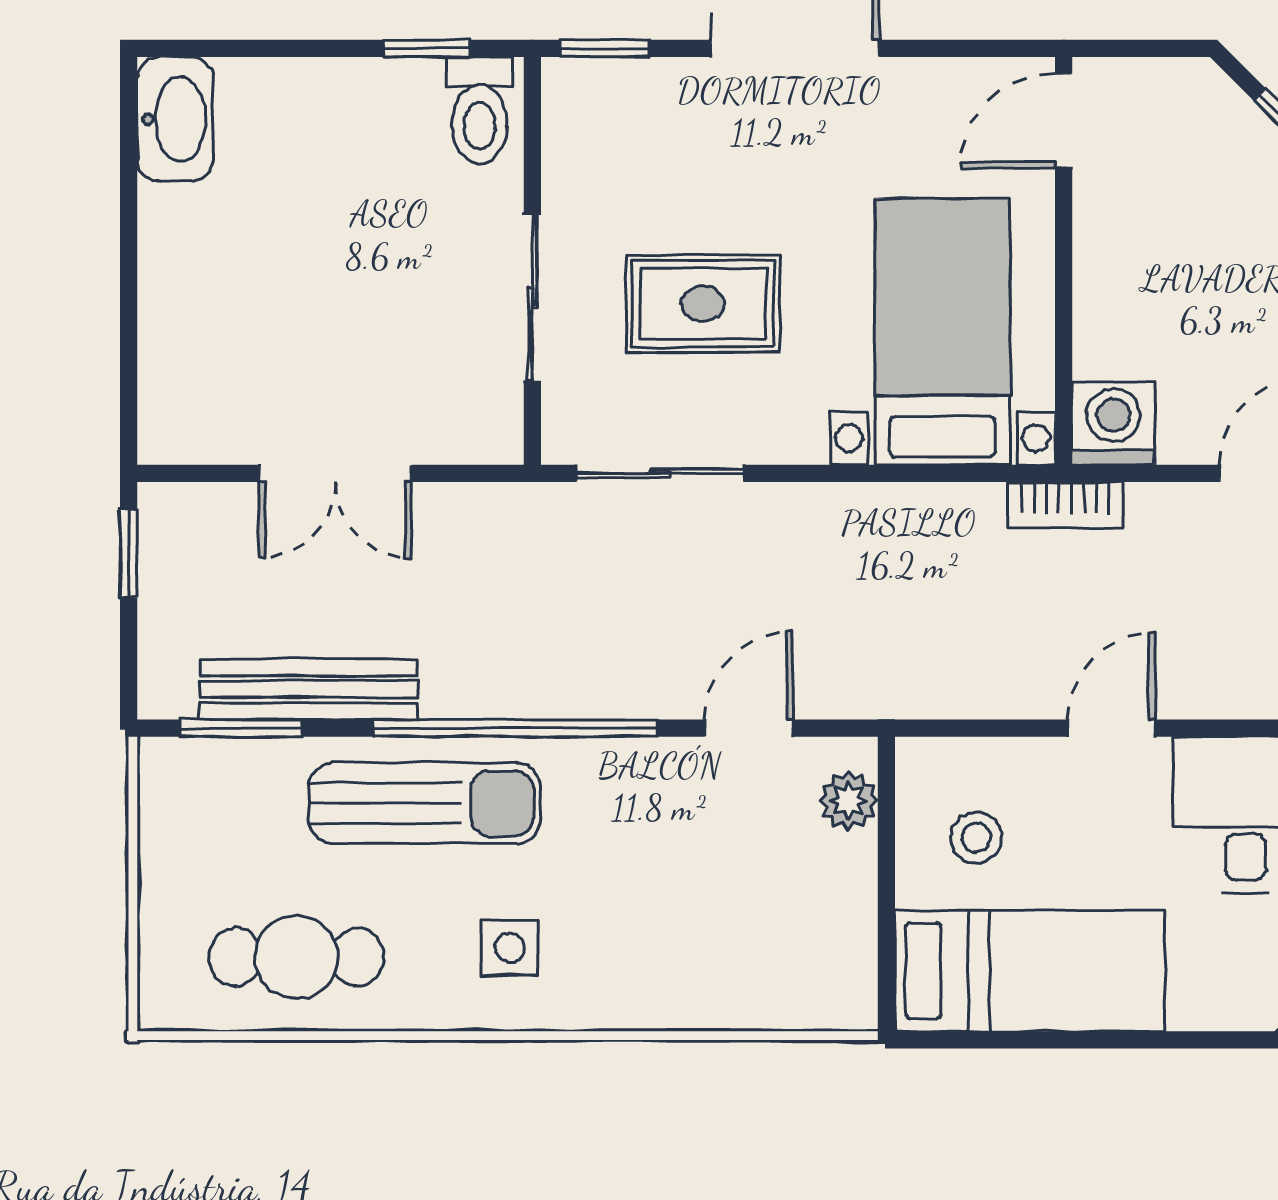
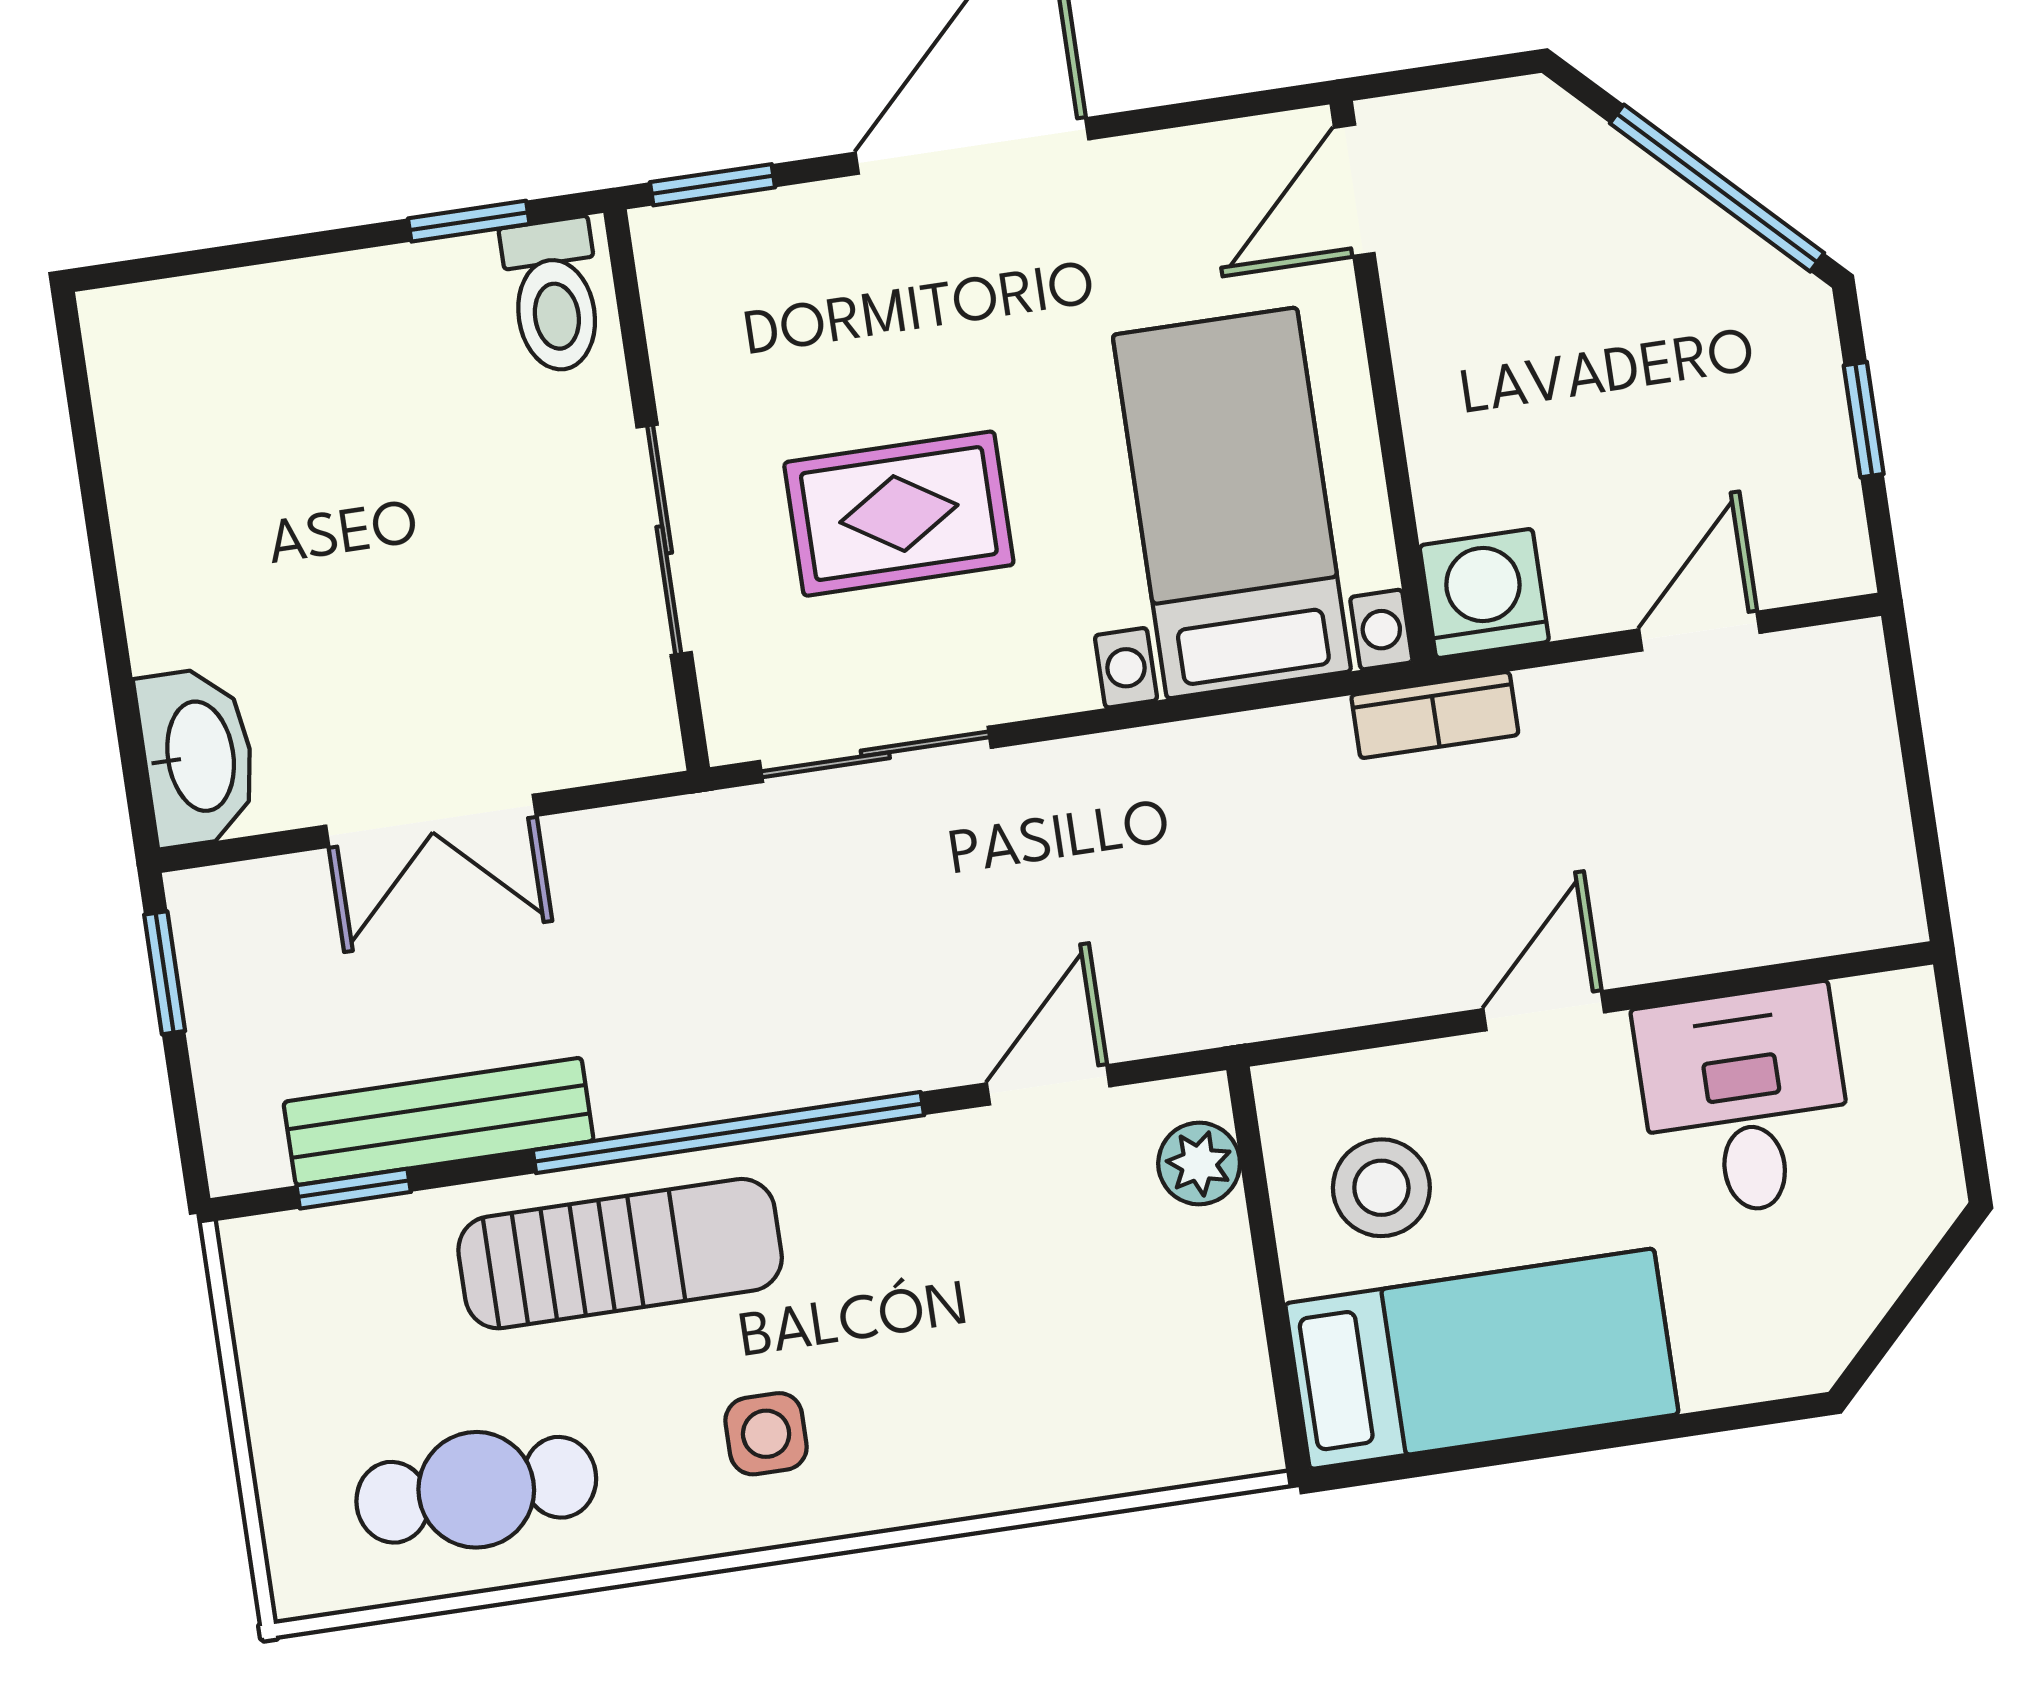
washbasin: (175, 119) -> (197, 757), moved
window: (241, 728) -> (354, 1189), width x0.67
stool: (976, 838) -> (1381, 1188), width x1.37, depth x1.37

